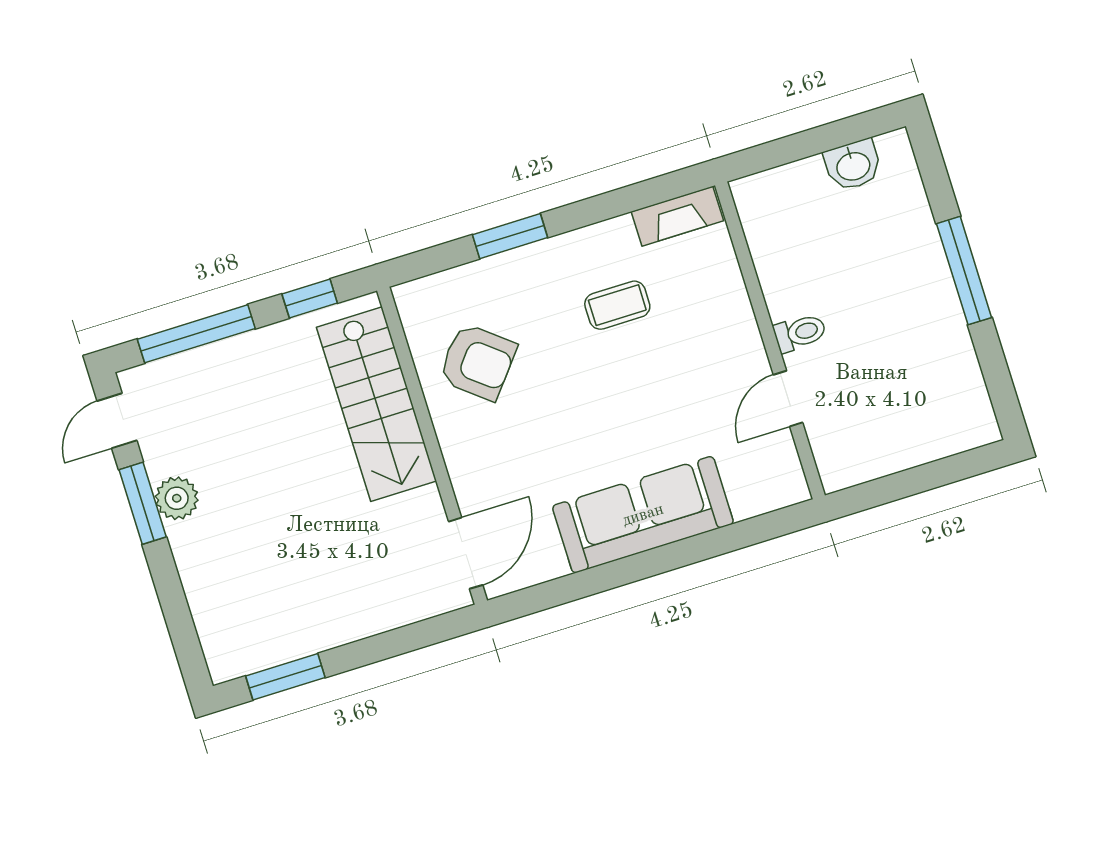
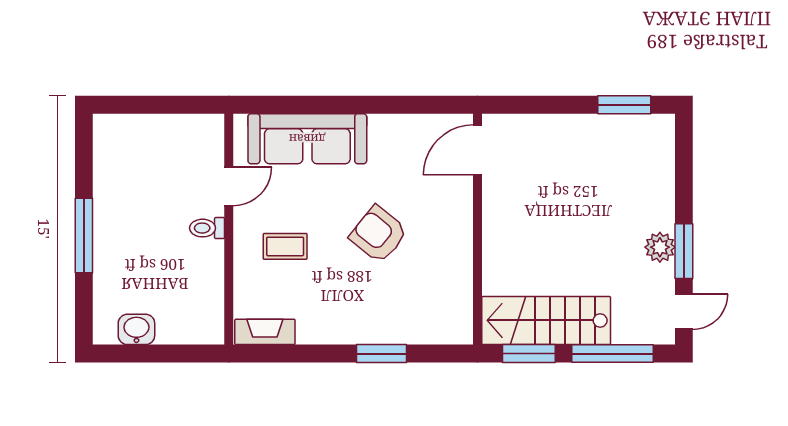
window: (310, 298) -> (529, 354), width x1.50
coffee table: (617, 305) -> (285, 246), moved
armchair: (478, 362) -> (378, 234), moved
stairs: (377, 404) -> (546, 320), moved, turned -90
sofa: (643, 515) -> (307, 139), moved

